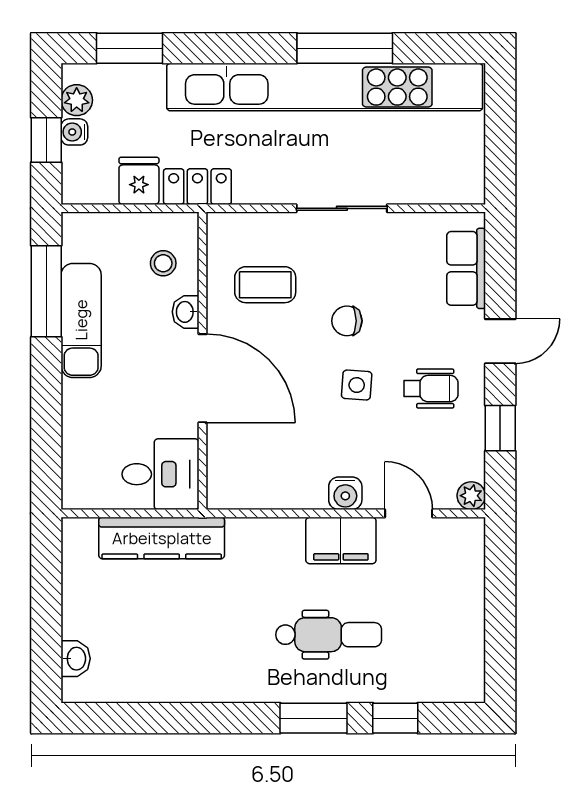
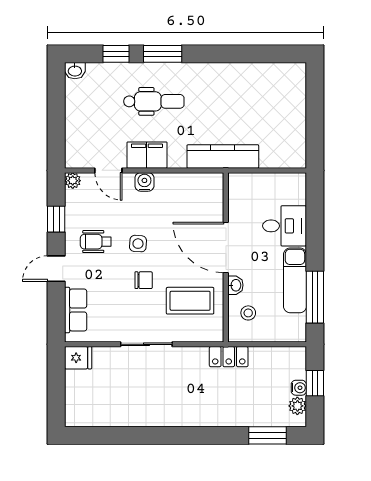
window: (345, 48) -> (145, 435), removed
kitchen unit: (325, 87) -> (156, 413), removed
fridge: (139, 181) -> (78, 358), moved, turned -90
coffee table: (265, 285) -> (190, 301), width x1.36, depth x1.30
desk: (160, 474) -> (285, 226), moved, turned 180
kitchen counter: (162, 538) -> (223, 156), moved
dental chair: (329, 635) -> (154, 101), turned 180
washbasin: (76, 659) -> (75, 71), moved, turned -90

